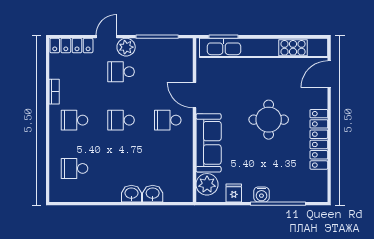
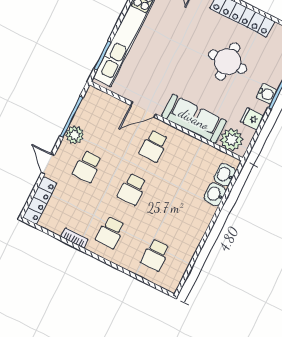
plant: (126, 47) -> (75, 135), moved
round table: (269, 120) -> (228, 62), moved
washbasin: (131, 194) -> (225, 175), moved

